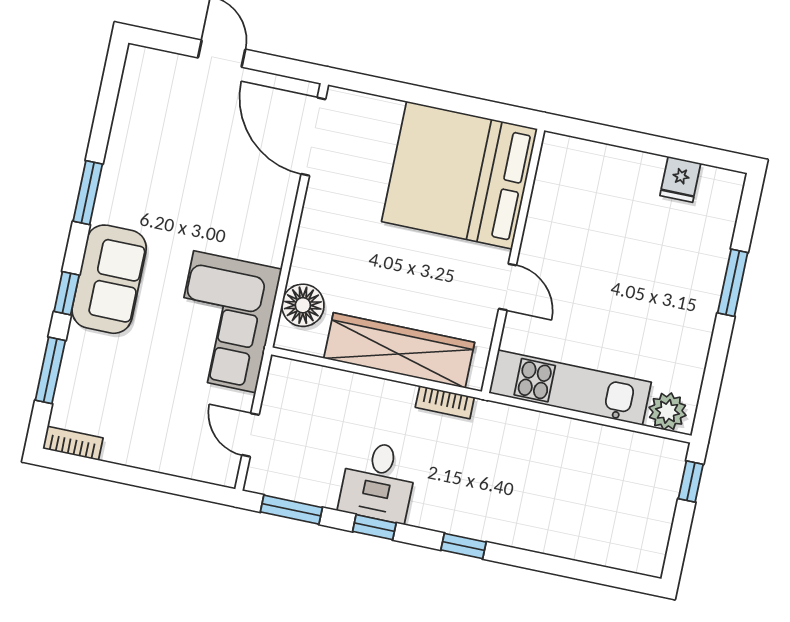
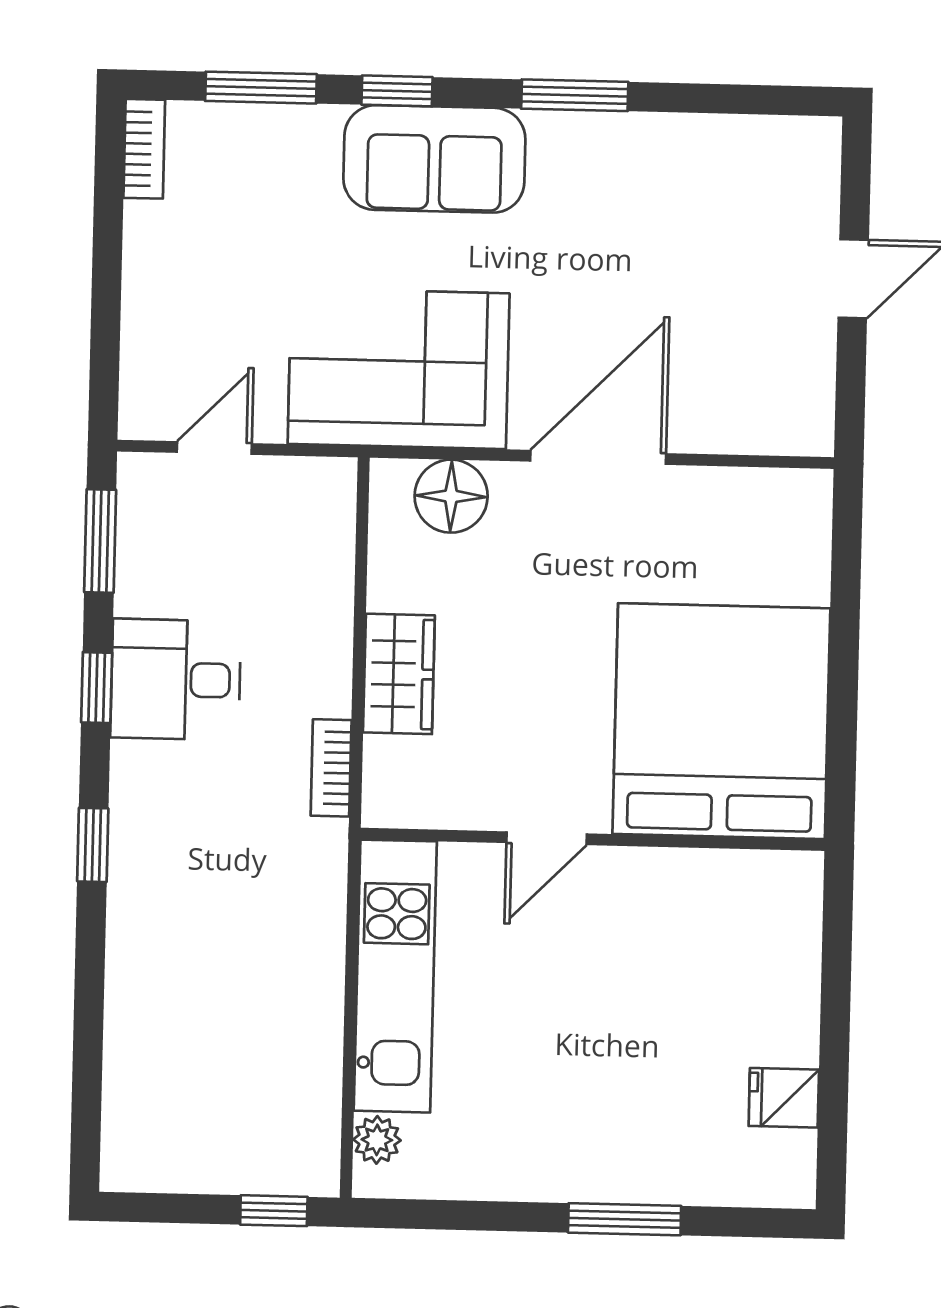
door: (313, 137) -> (598, 457), moved
wardrobe: (399, 350) -> (399, 674), width x0.48, depth x0.85
plant: (668, 411) -> (377, 1140), width x0.73, depth x0.73

